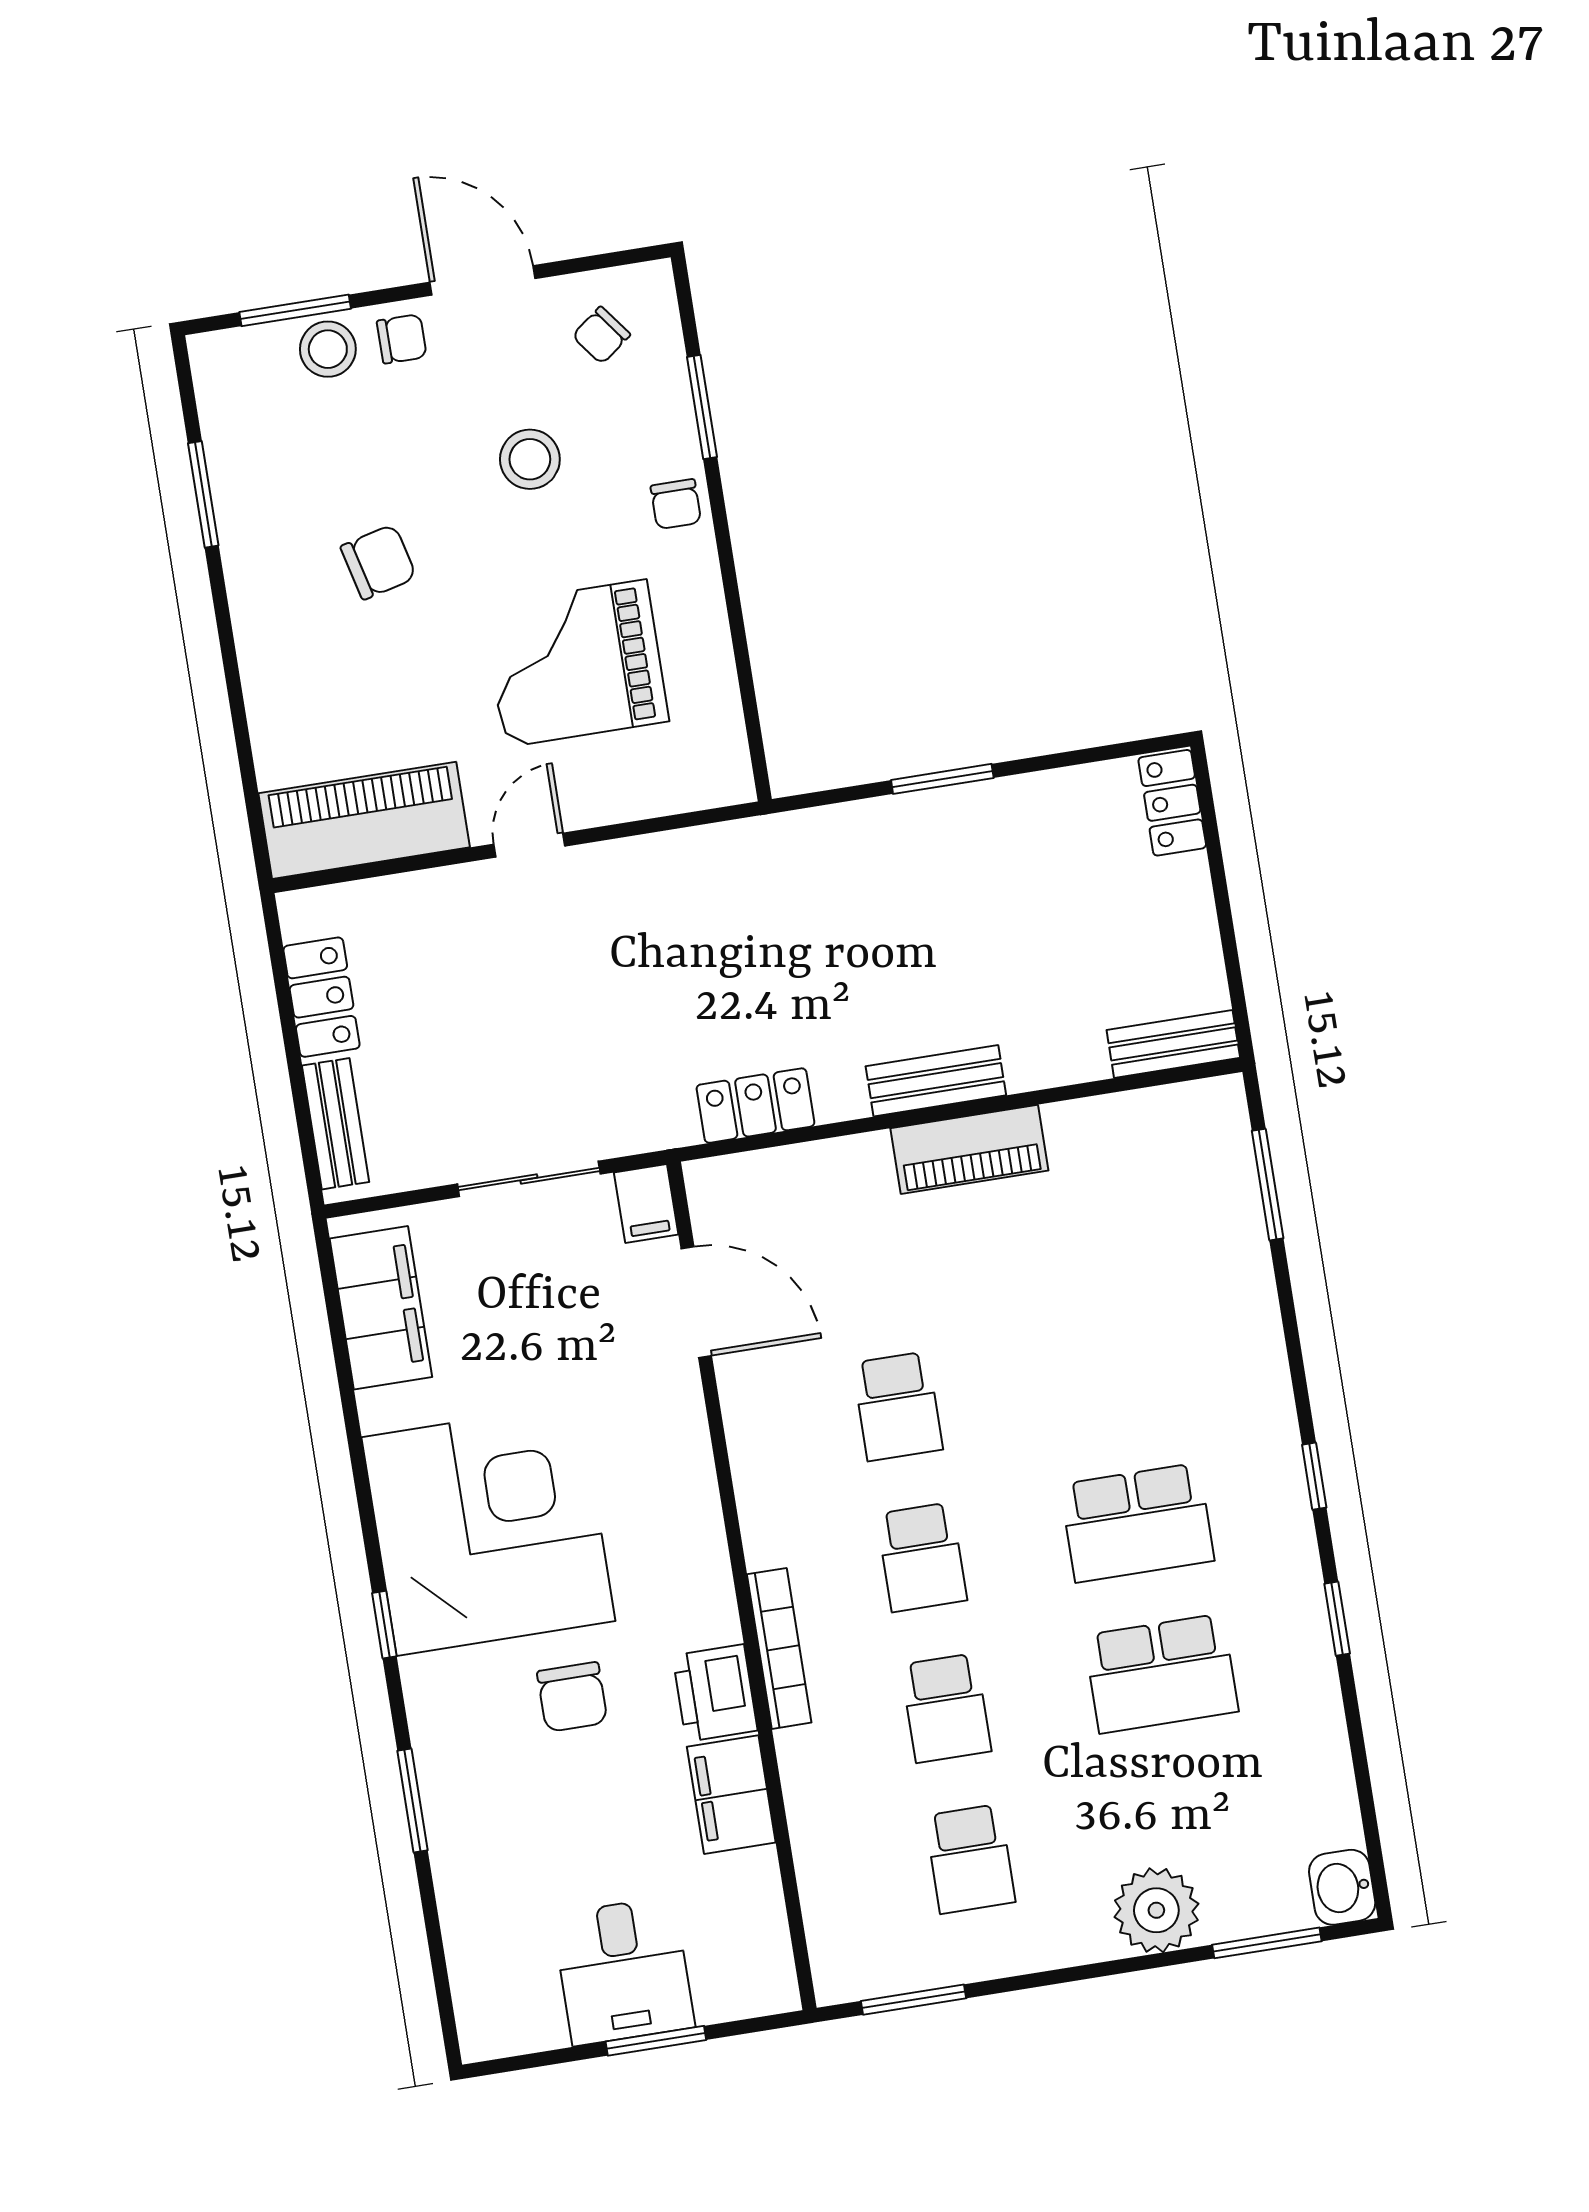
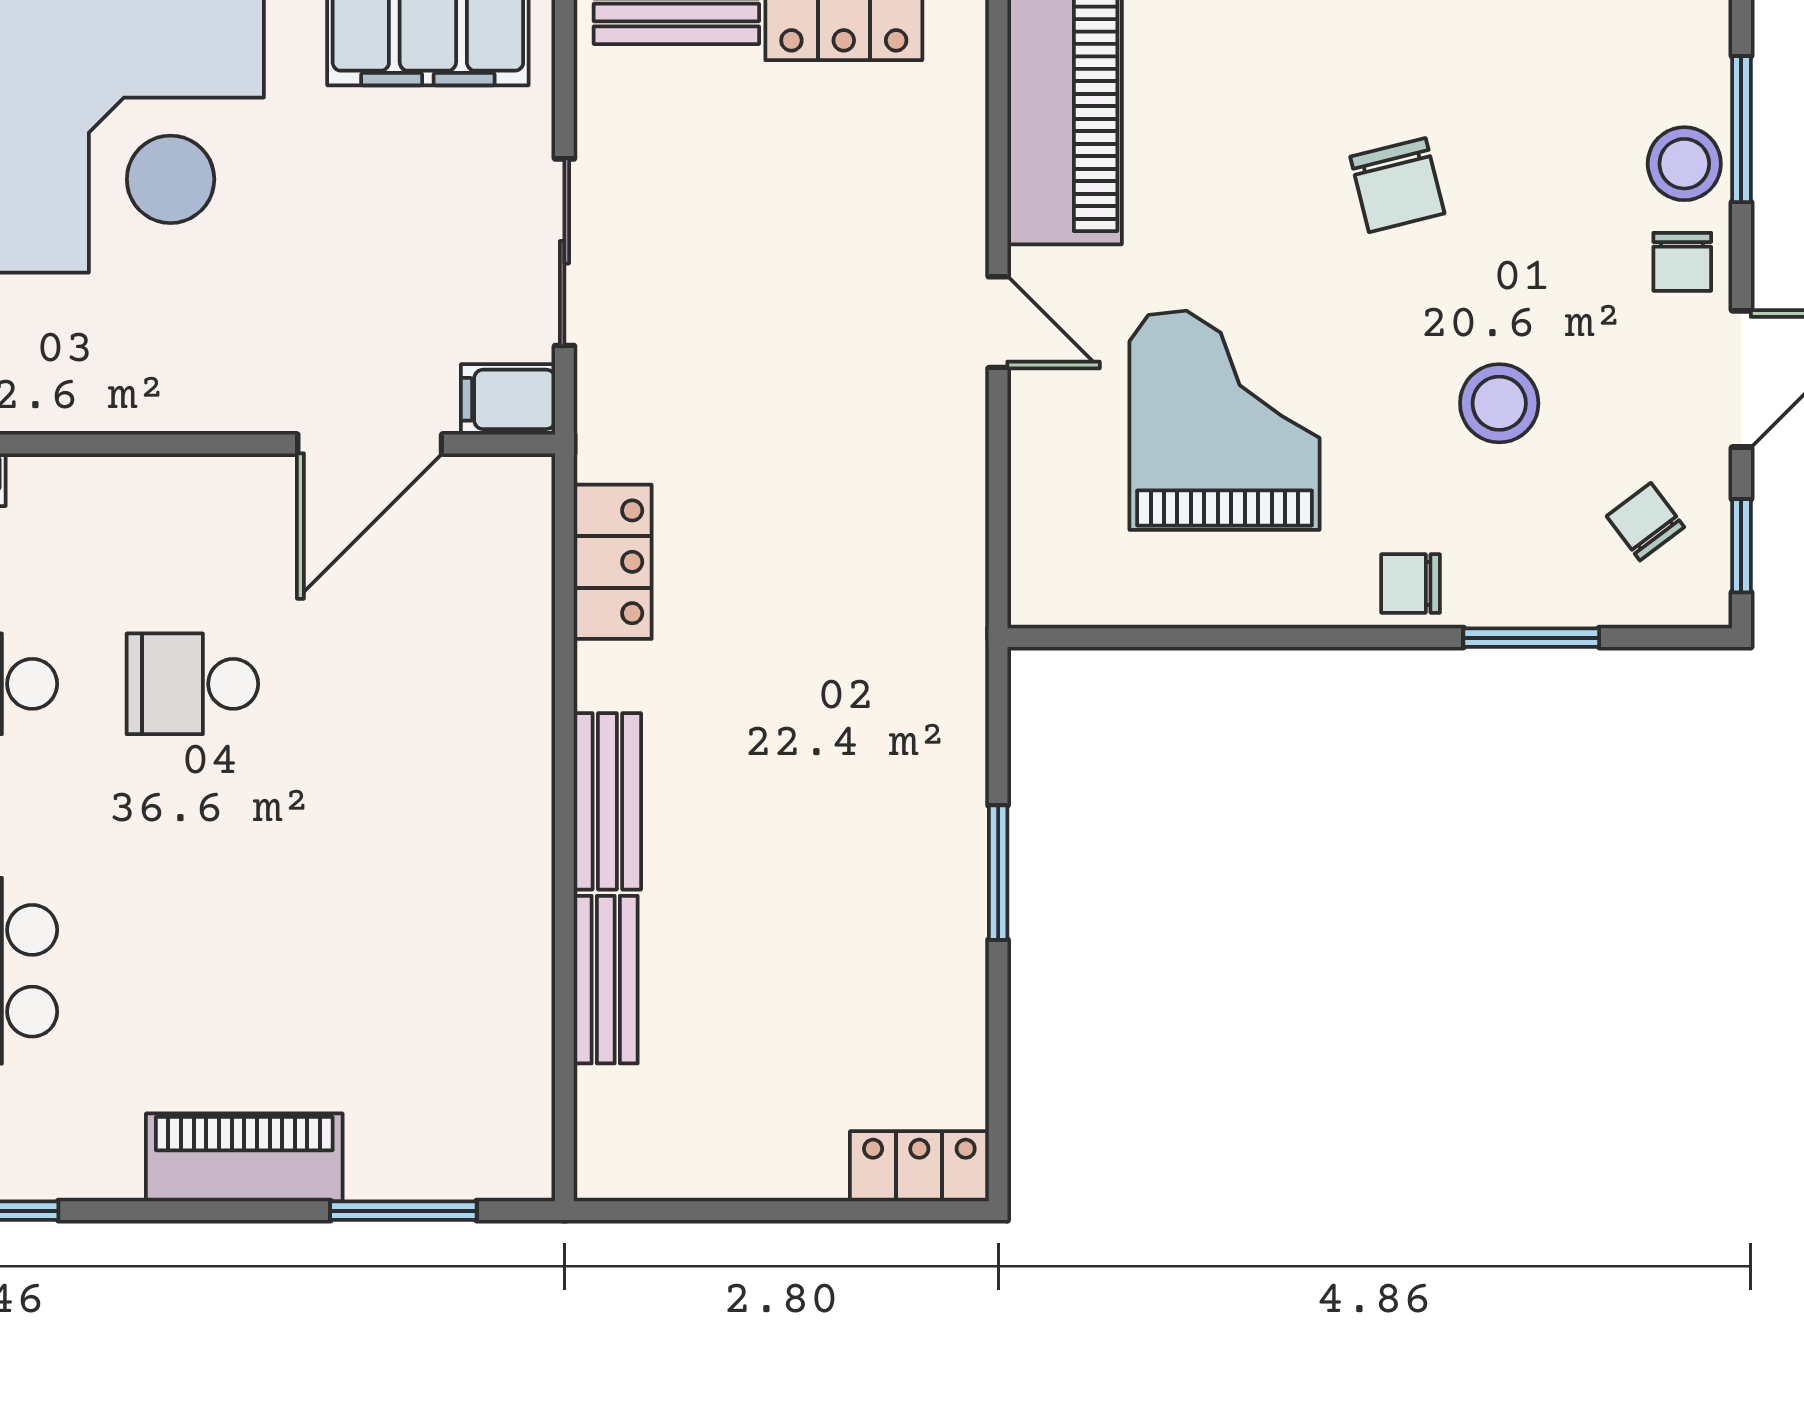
window: (608, 260) -> (1741, 546), added
bench: (1173, 1044) -> (606, 980), moved
piano: (969, 1149) -> (244, 1157), moved, turned 90

